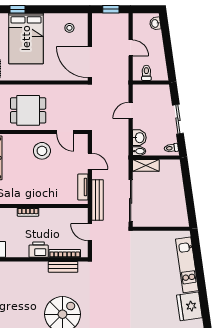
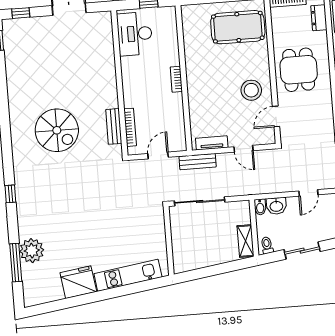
door: (131, 110) -> (308, 193), swing flipped
door: (90, 161) -> (243, 149), hinge flipped
shelving: (146, 165) -> (246, 241), moved
bench: (97, 200) -> (198, 162), width x0.73
printer: (39, 250) -> (132, 95), removed

